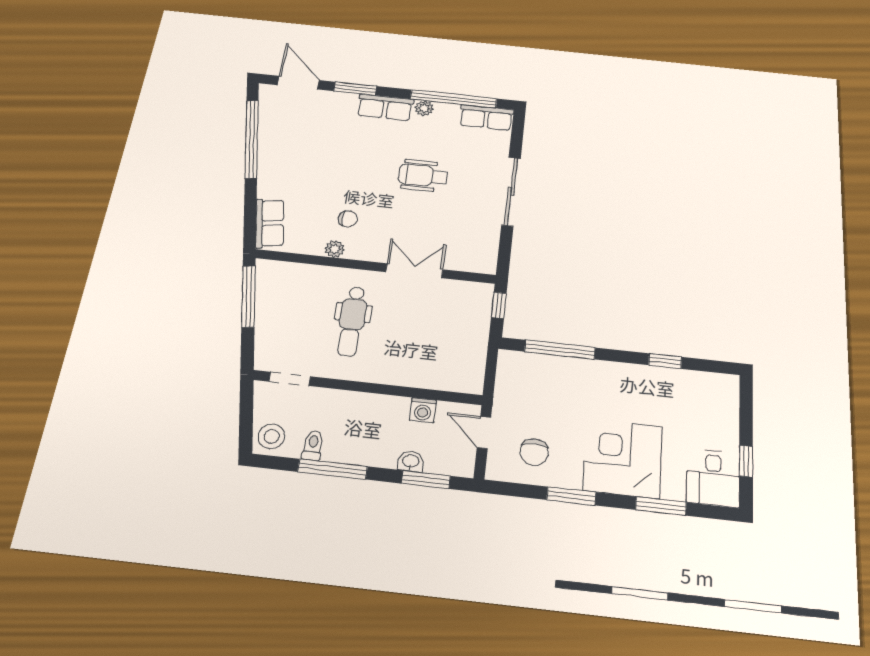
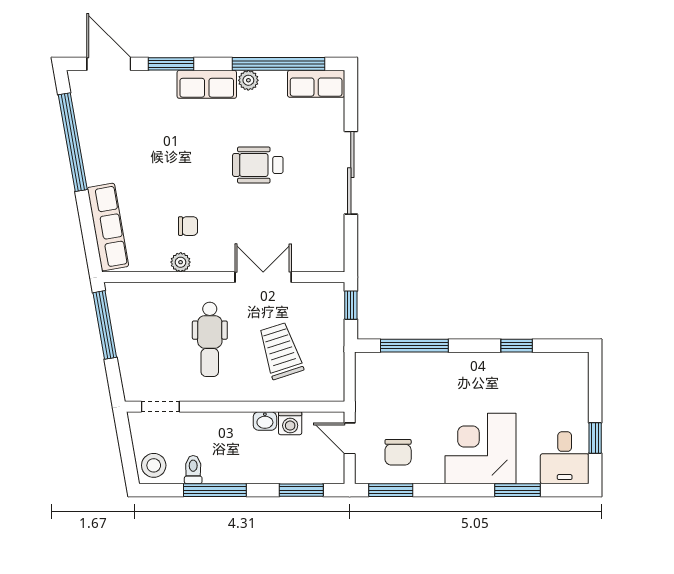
row of seats: (270, 223) -> (108, 227), width x1.48
trolley: (423, 340) -> (281, 351), added
washbasin: (411, 461) -> (265, 421), moved, turned 180
window: (571, 496) -> (391, 490), moved

